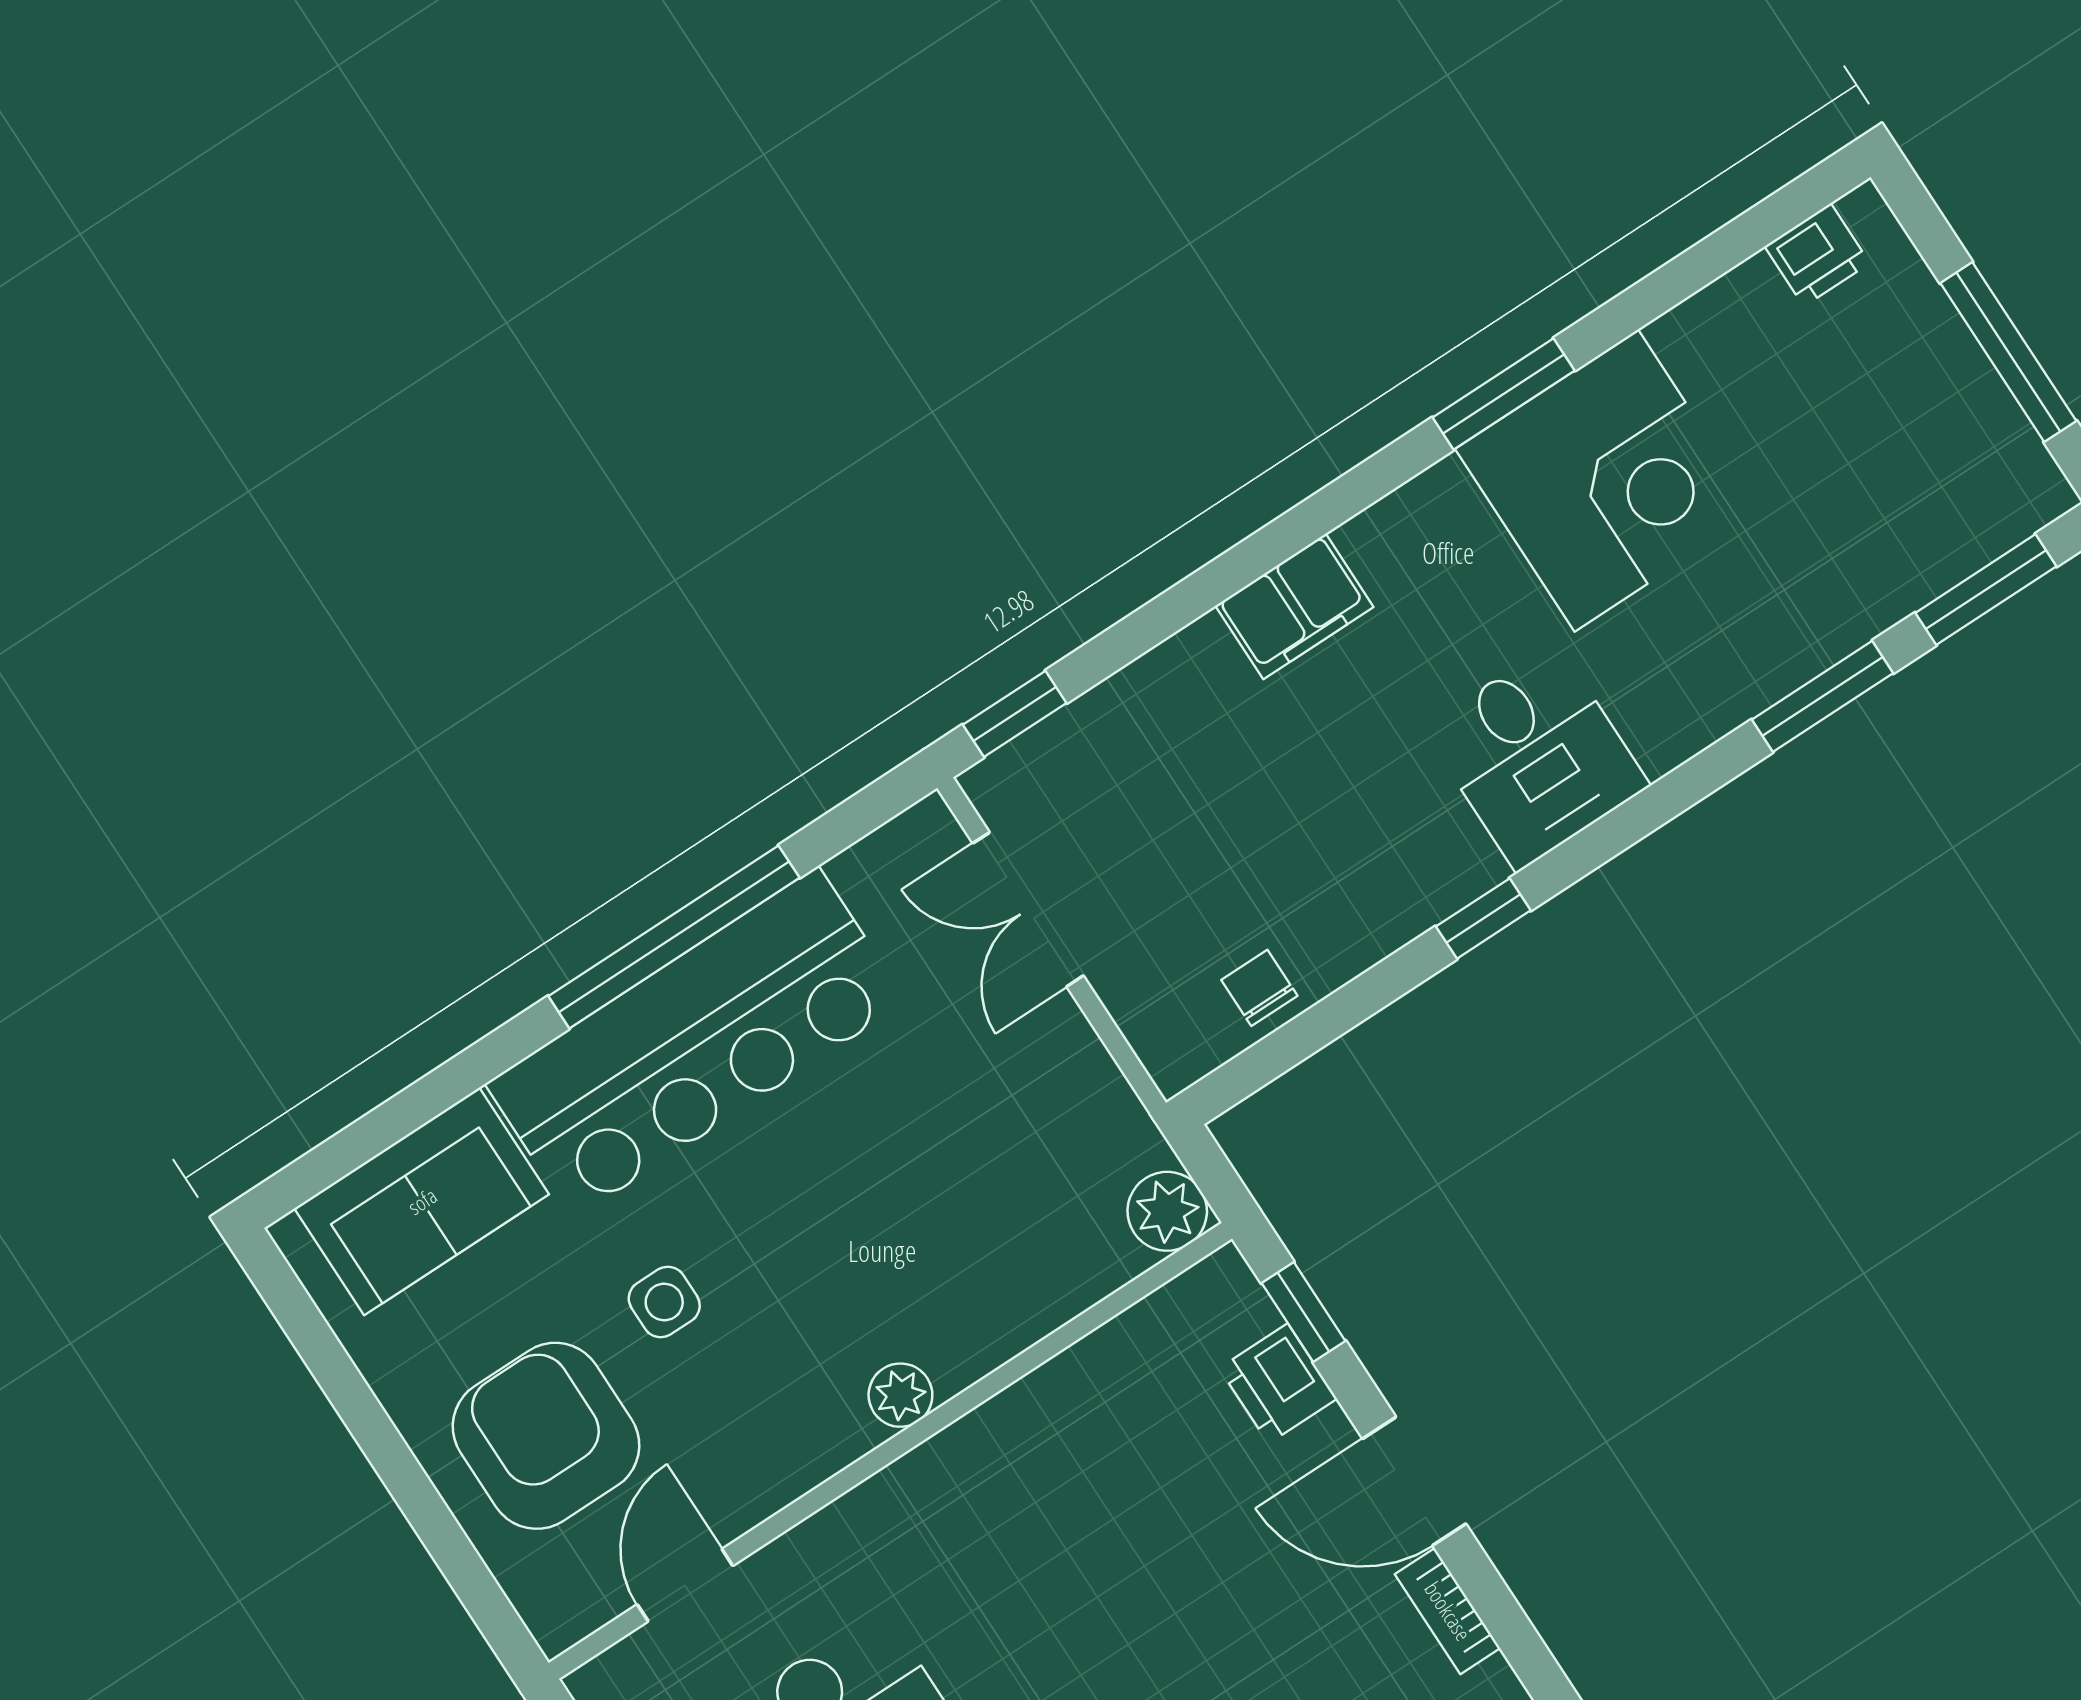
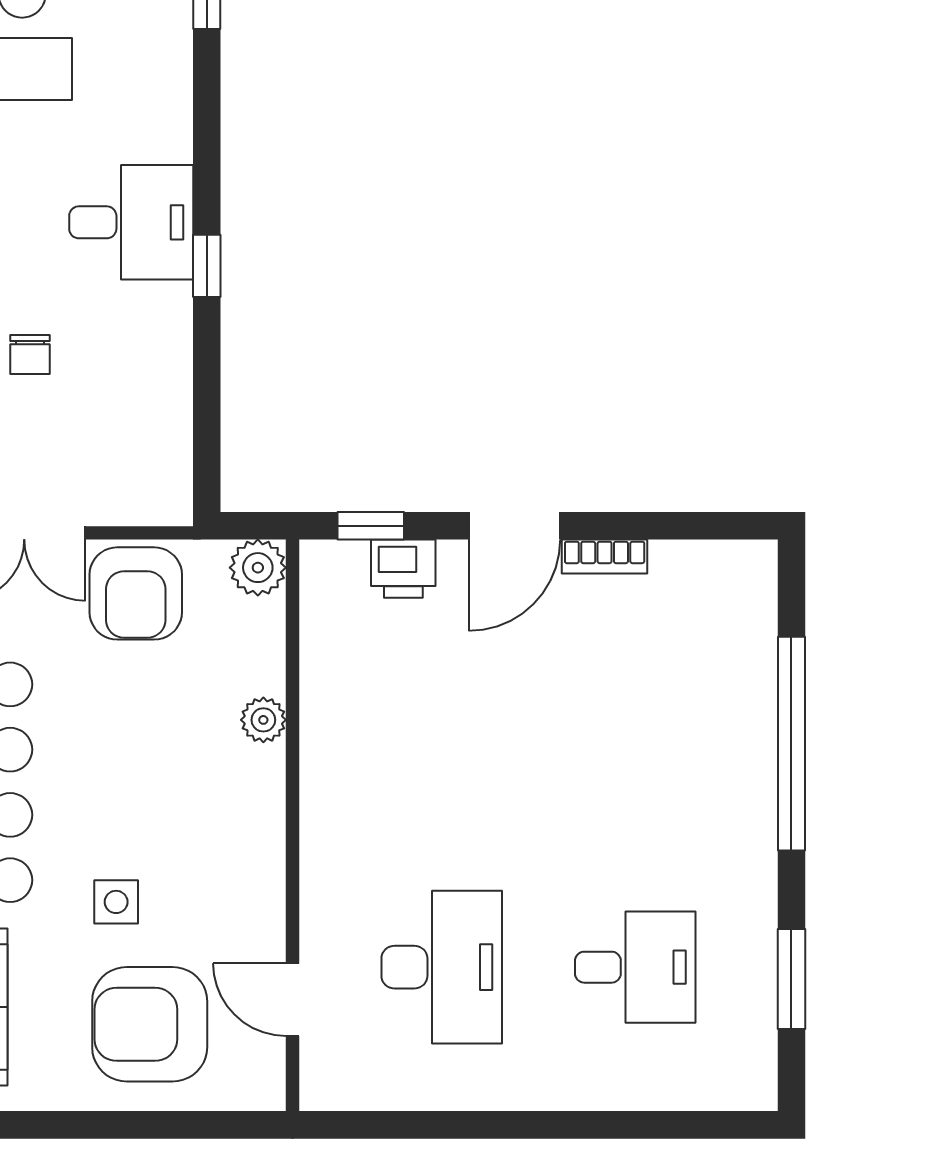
desk: (1536, 757) -> (131, 222), moved
chair: (1259, 988) -> (30, 354), moved, turned -90
armchair: (1043, 1087) -> (136, 593), added
plant: (900, 1395) -> (263, 720), moved

